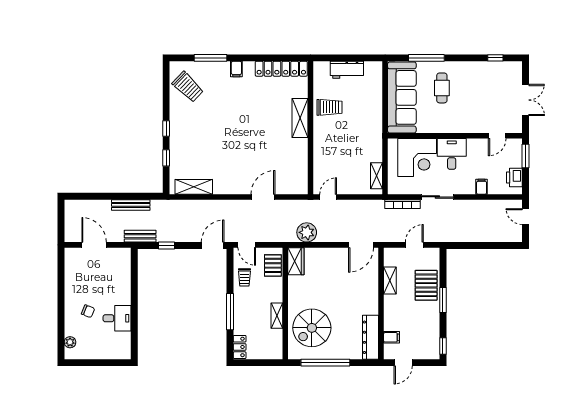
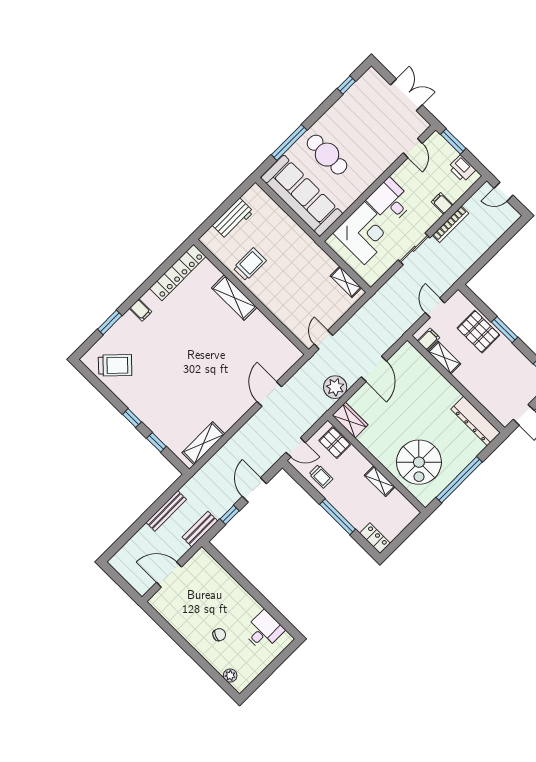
window: (210, 58) -> (110, 322), width x0.69
cafe table: (442, 88) -> (327, 155), width x1.37, depth x1.35
bookcase: (403, 204) -> (450, 224), moved
door: (361, 245) -> (374, 369), moved
door: (213, 246) -> (254, 490), moved
desk: (117, 318) -> (264, 631), moved
filing cabinet: (392, 337) -> (428, 339), moved

